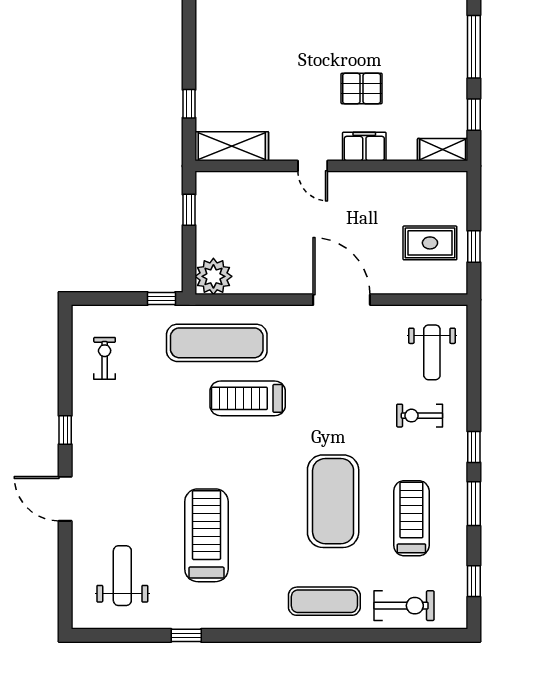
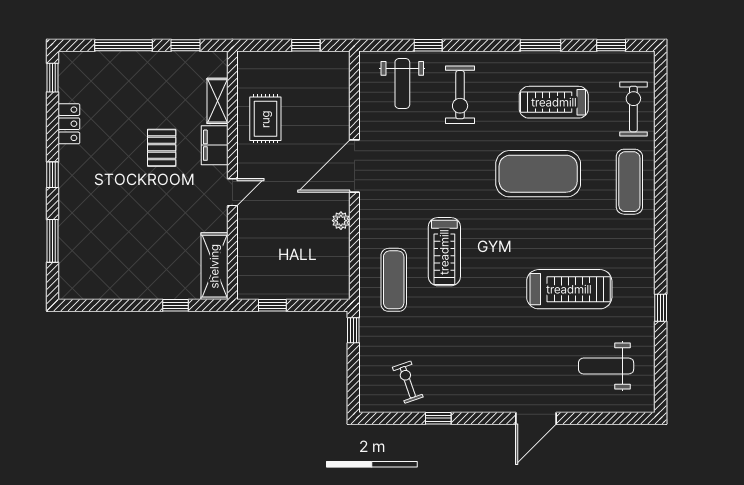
shelving: (443, 150) -> (218, 101), moved
rug: (430, 243) -> (265, 119), moved
plant: (213, 276) -> (341, 221), moved, width x0.53, depth x0.53
exercise mat: (217, 343) -> (394, 280), width x0.73, depth x0.69
weight bench: (432, 352) -> (402, 84), turned 90
exercise bike: (105, 358) -> (408, 382), turned 71
exercise bike: (420, 416) -> (460, 95), width x1.38, depth x1.39
window: (65, 430) -> (438, 418), moved
window: (474, 447) -> (428, 45), moved
treadmill: (206, 535) -> (569, 289), turned 180

